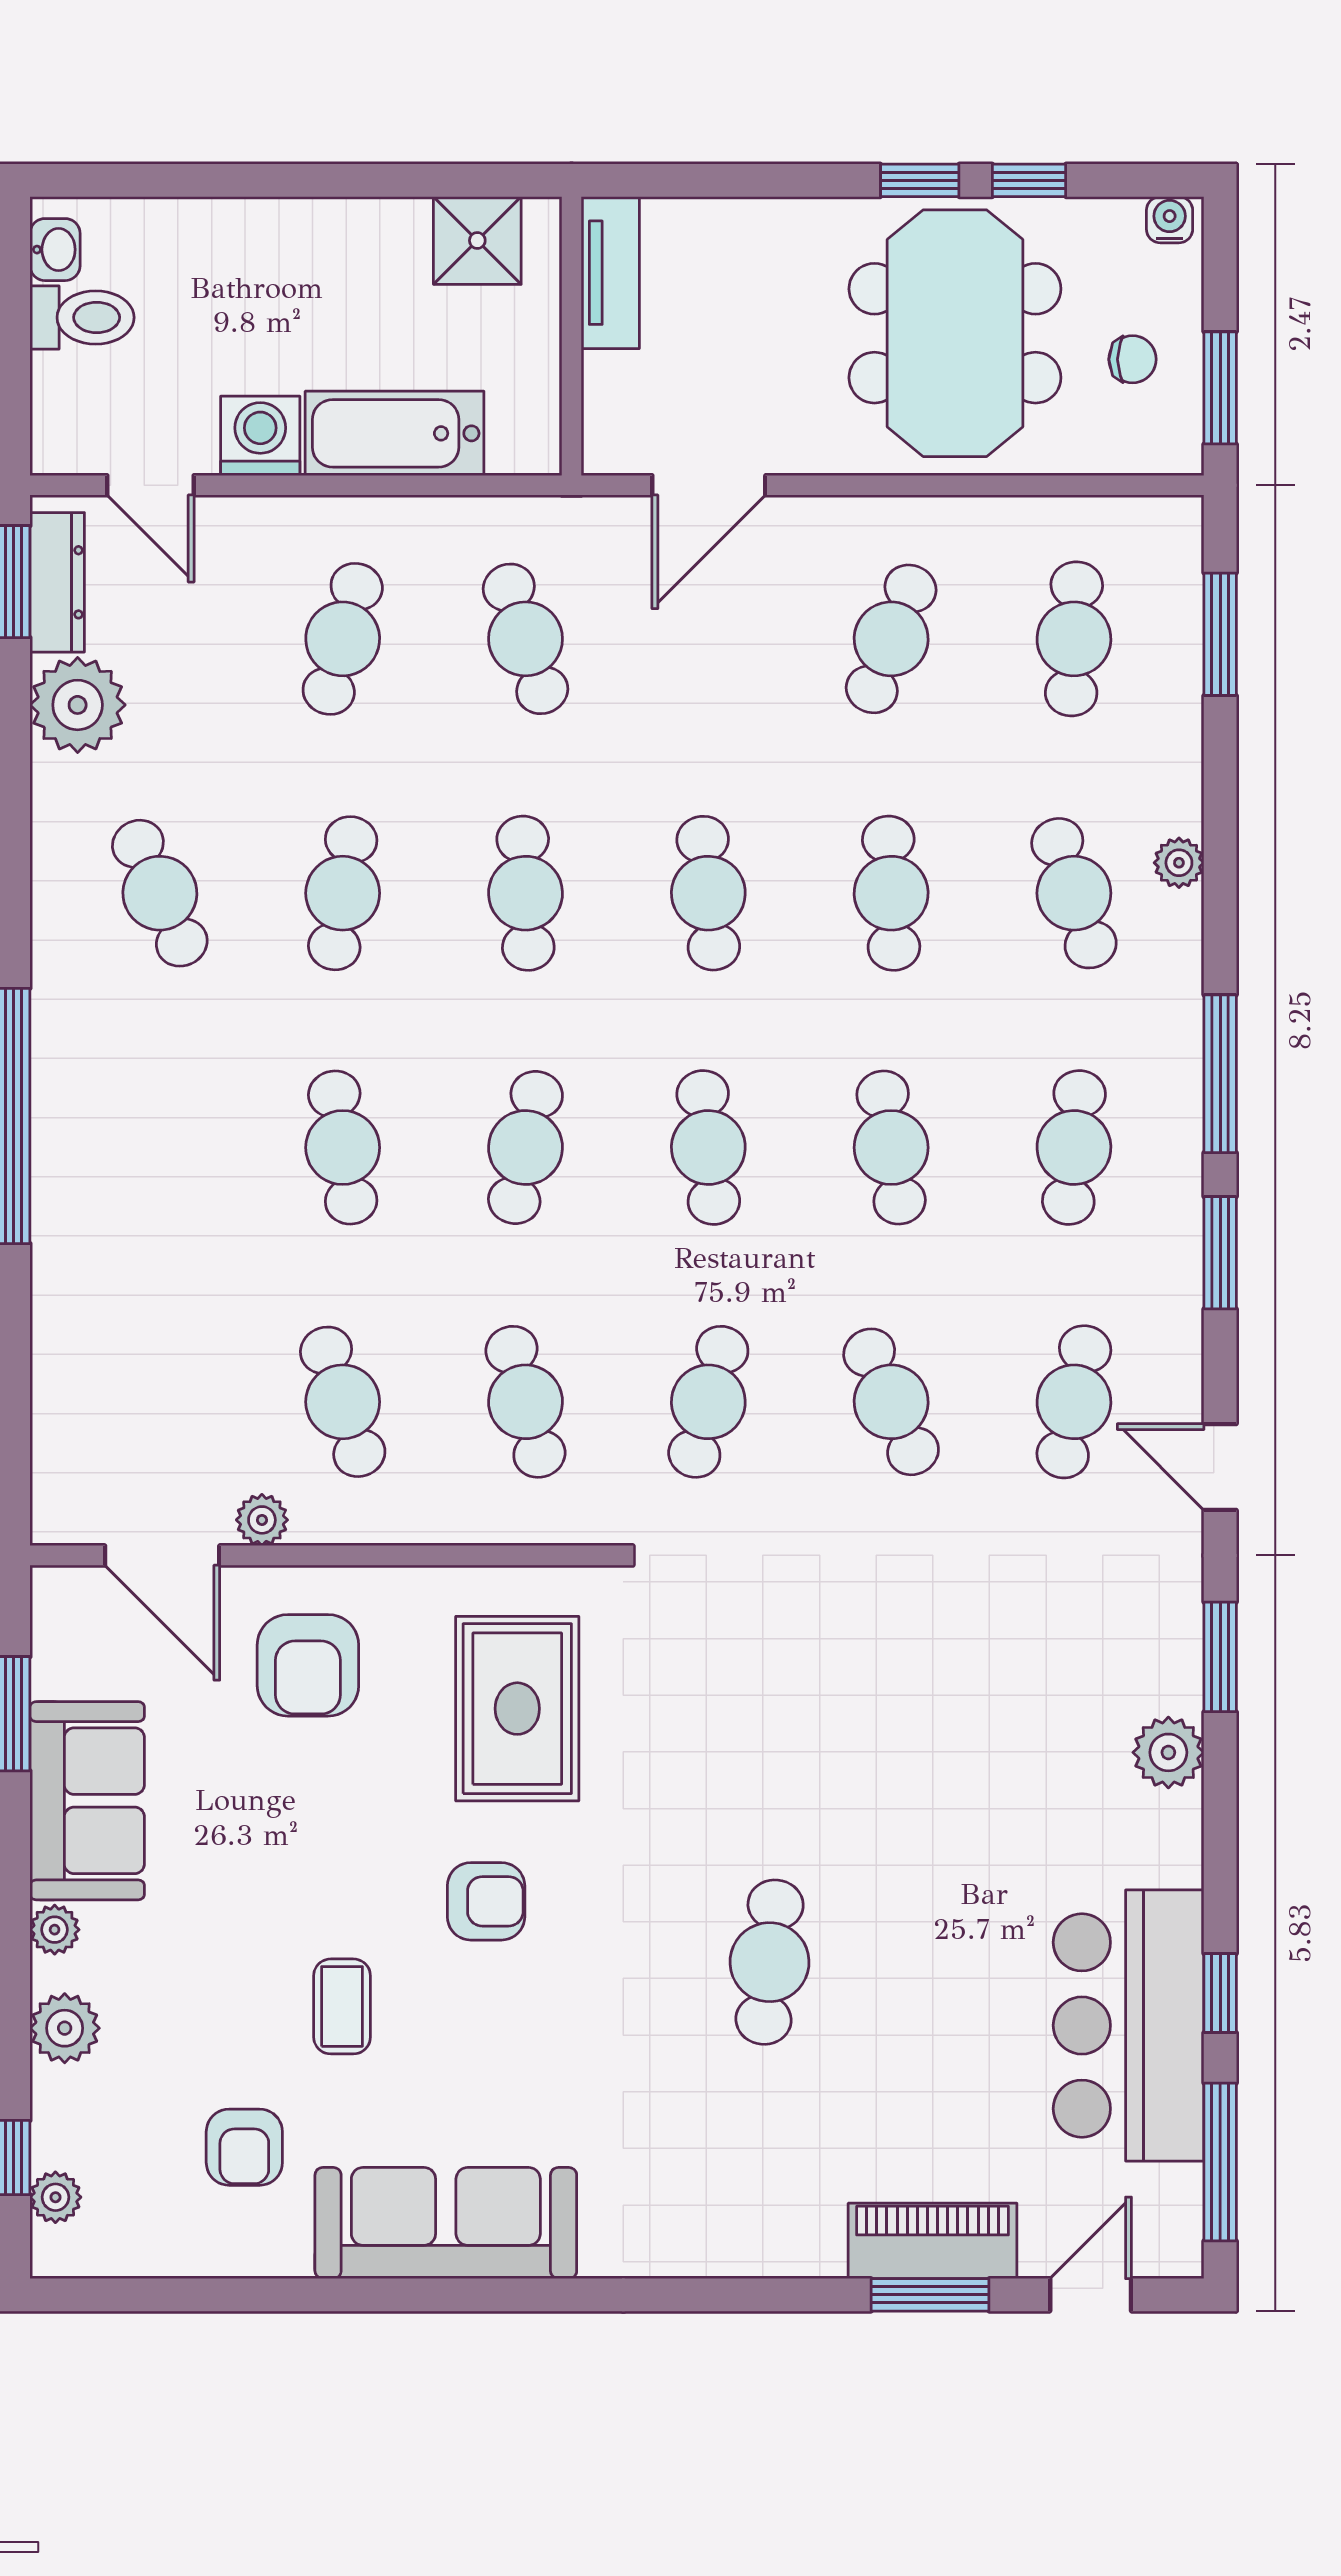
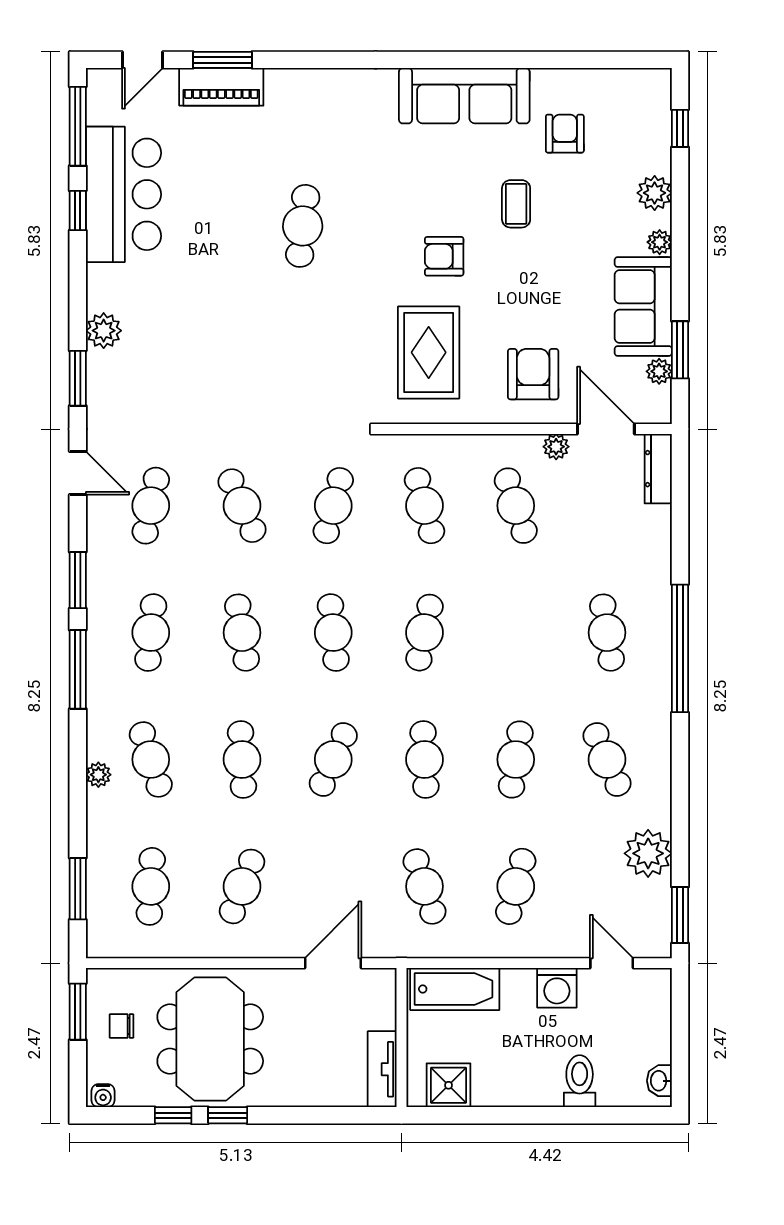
toilet: (82, 317) -> (580, 1081), moved, turned 90
bathtub: (395, 433) -> (455, 989), moved
dresser: (57, 582) -> (658, 469), moved
cafe table: (708, 893) -> (333, 759), turned 30
cafe table: (343, 1148) -> (607, 633), moved
plant: (55, 2197) -> (659, 371), moved

